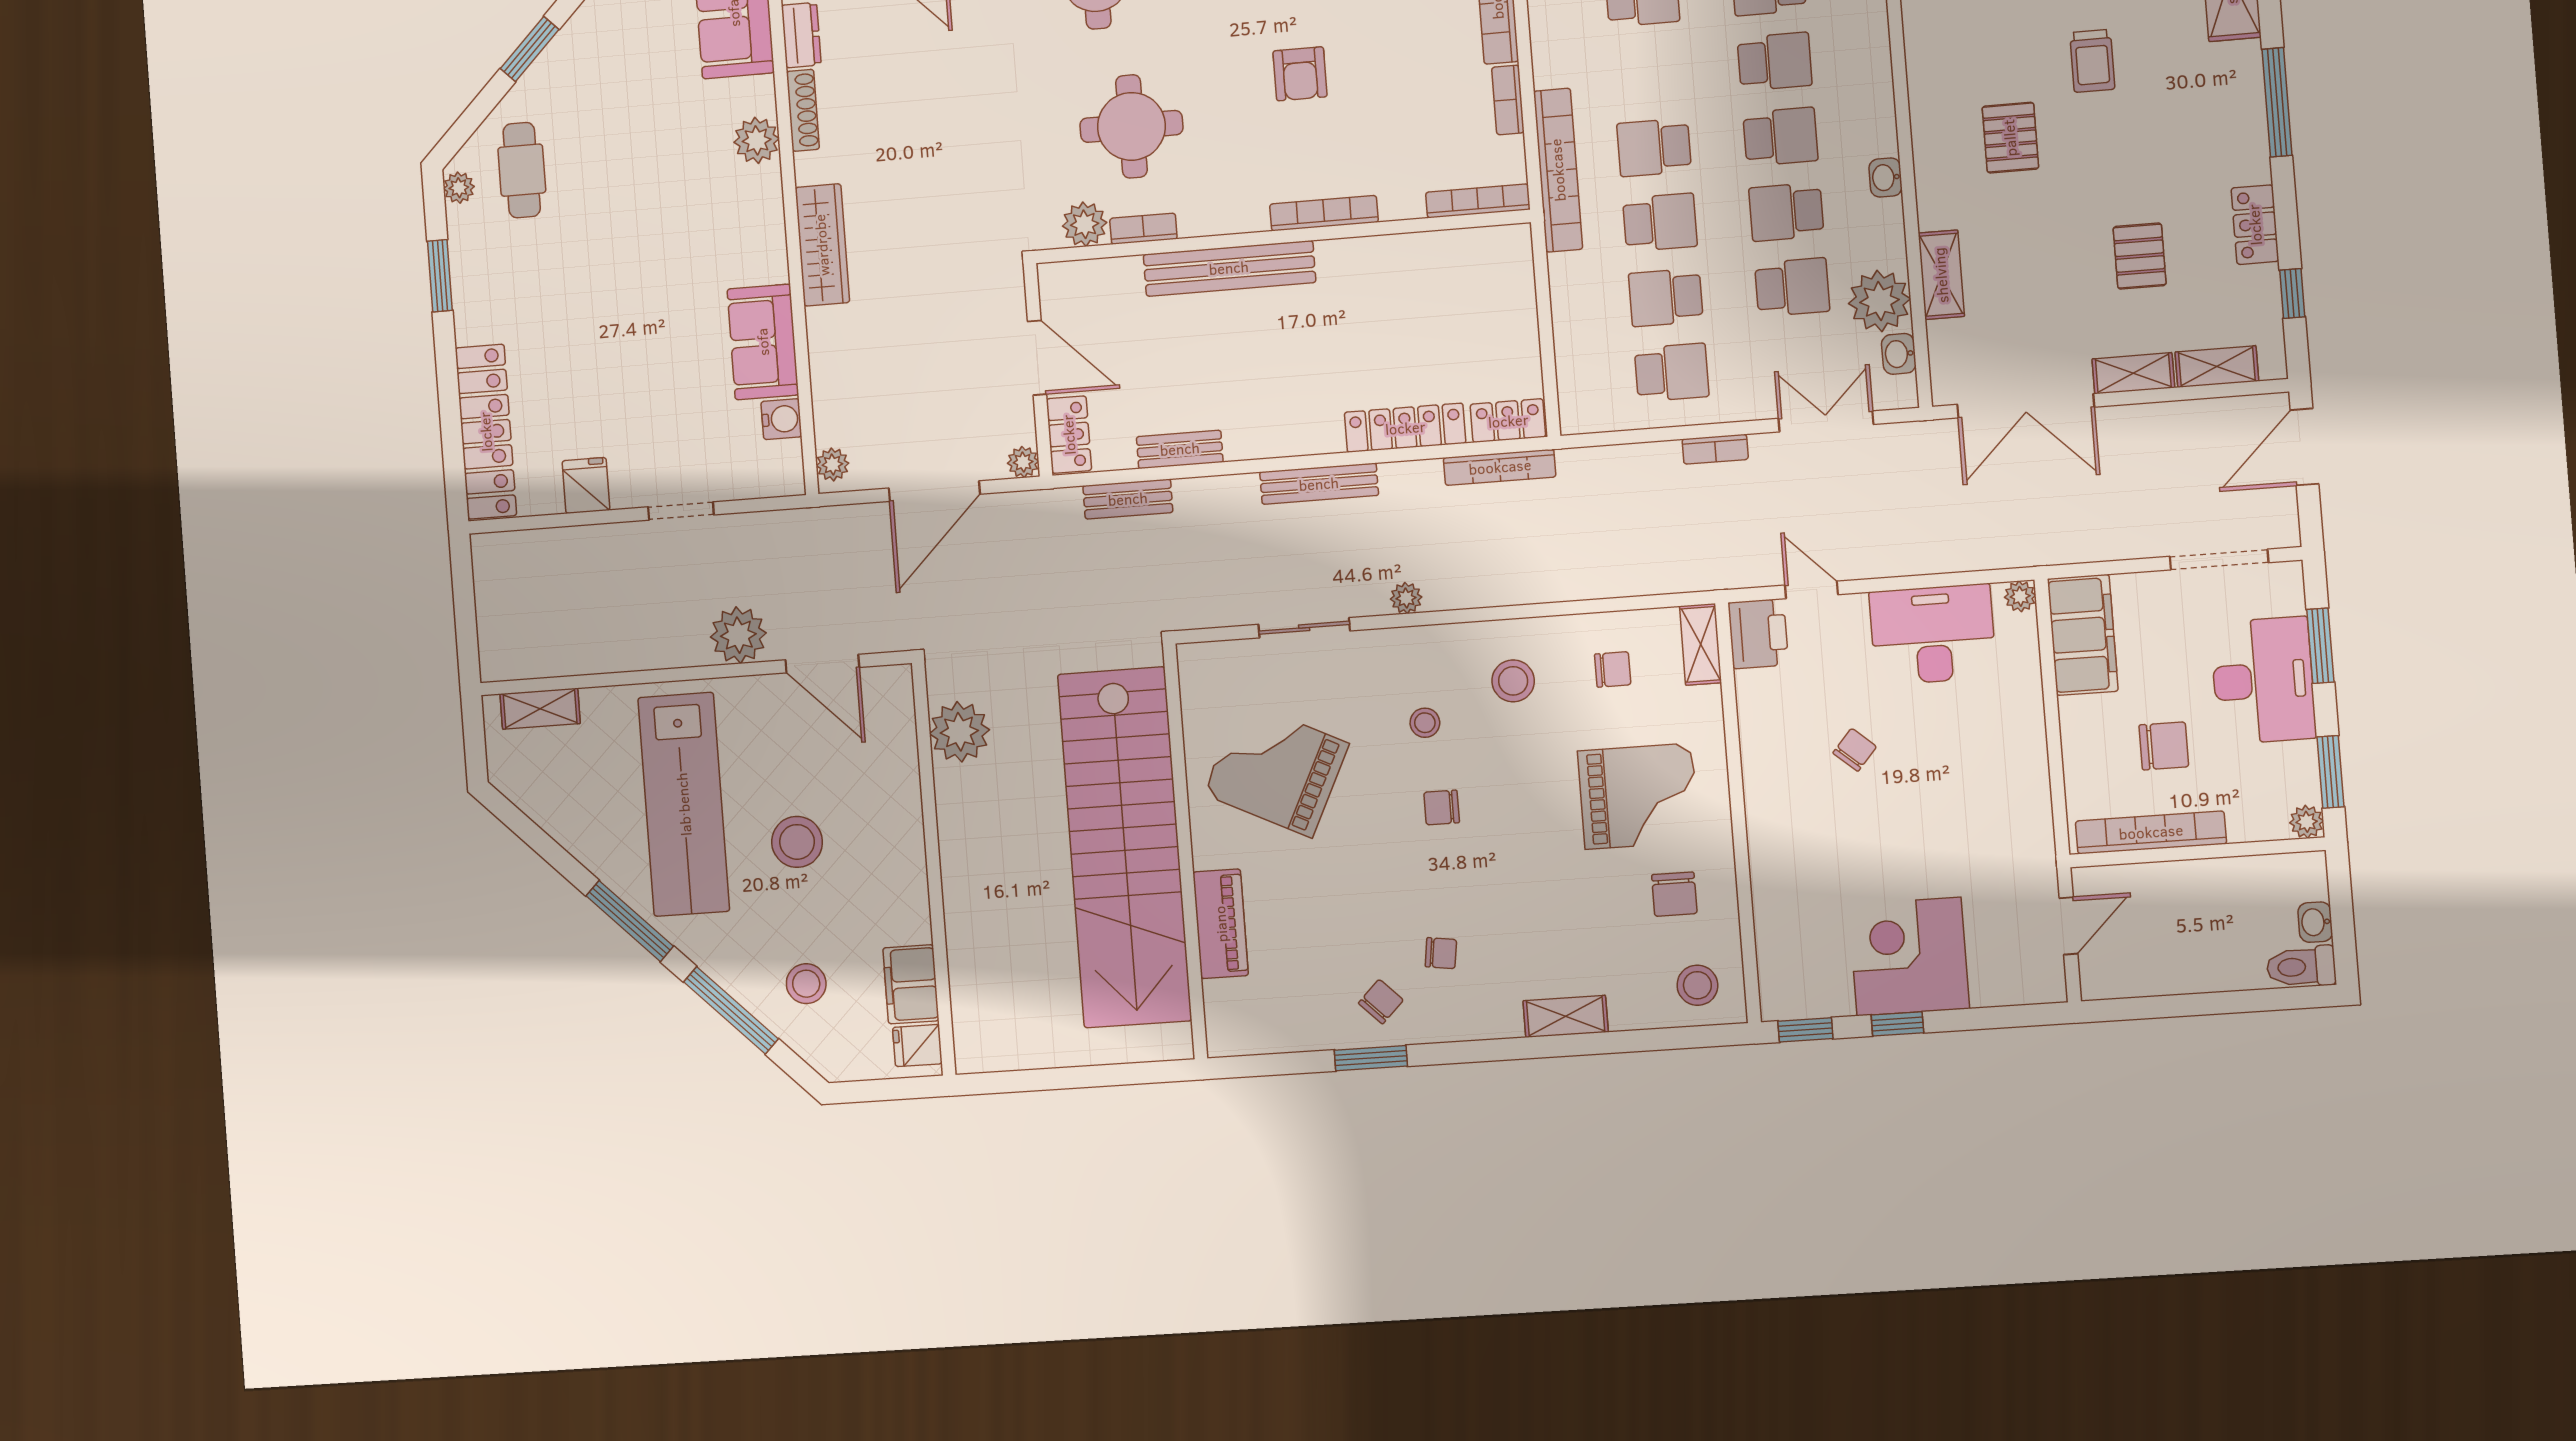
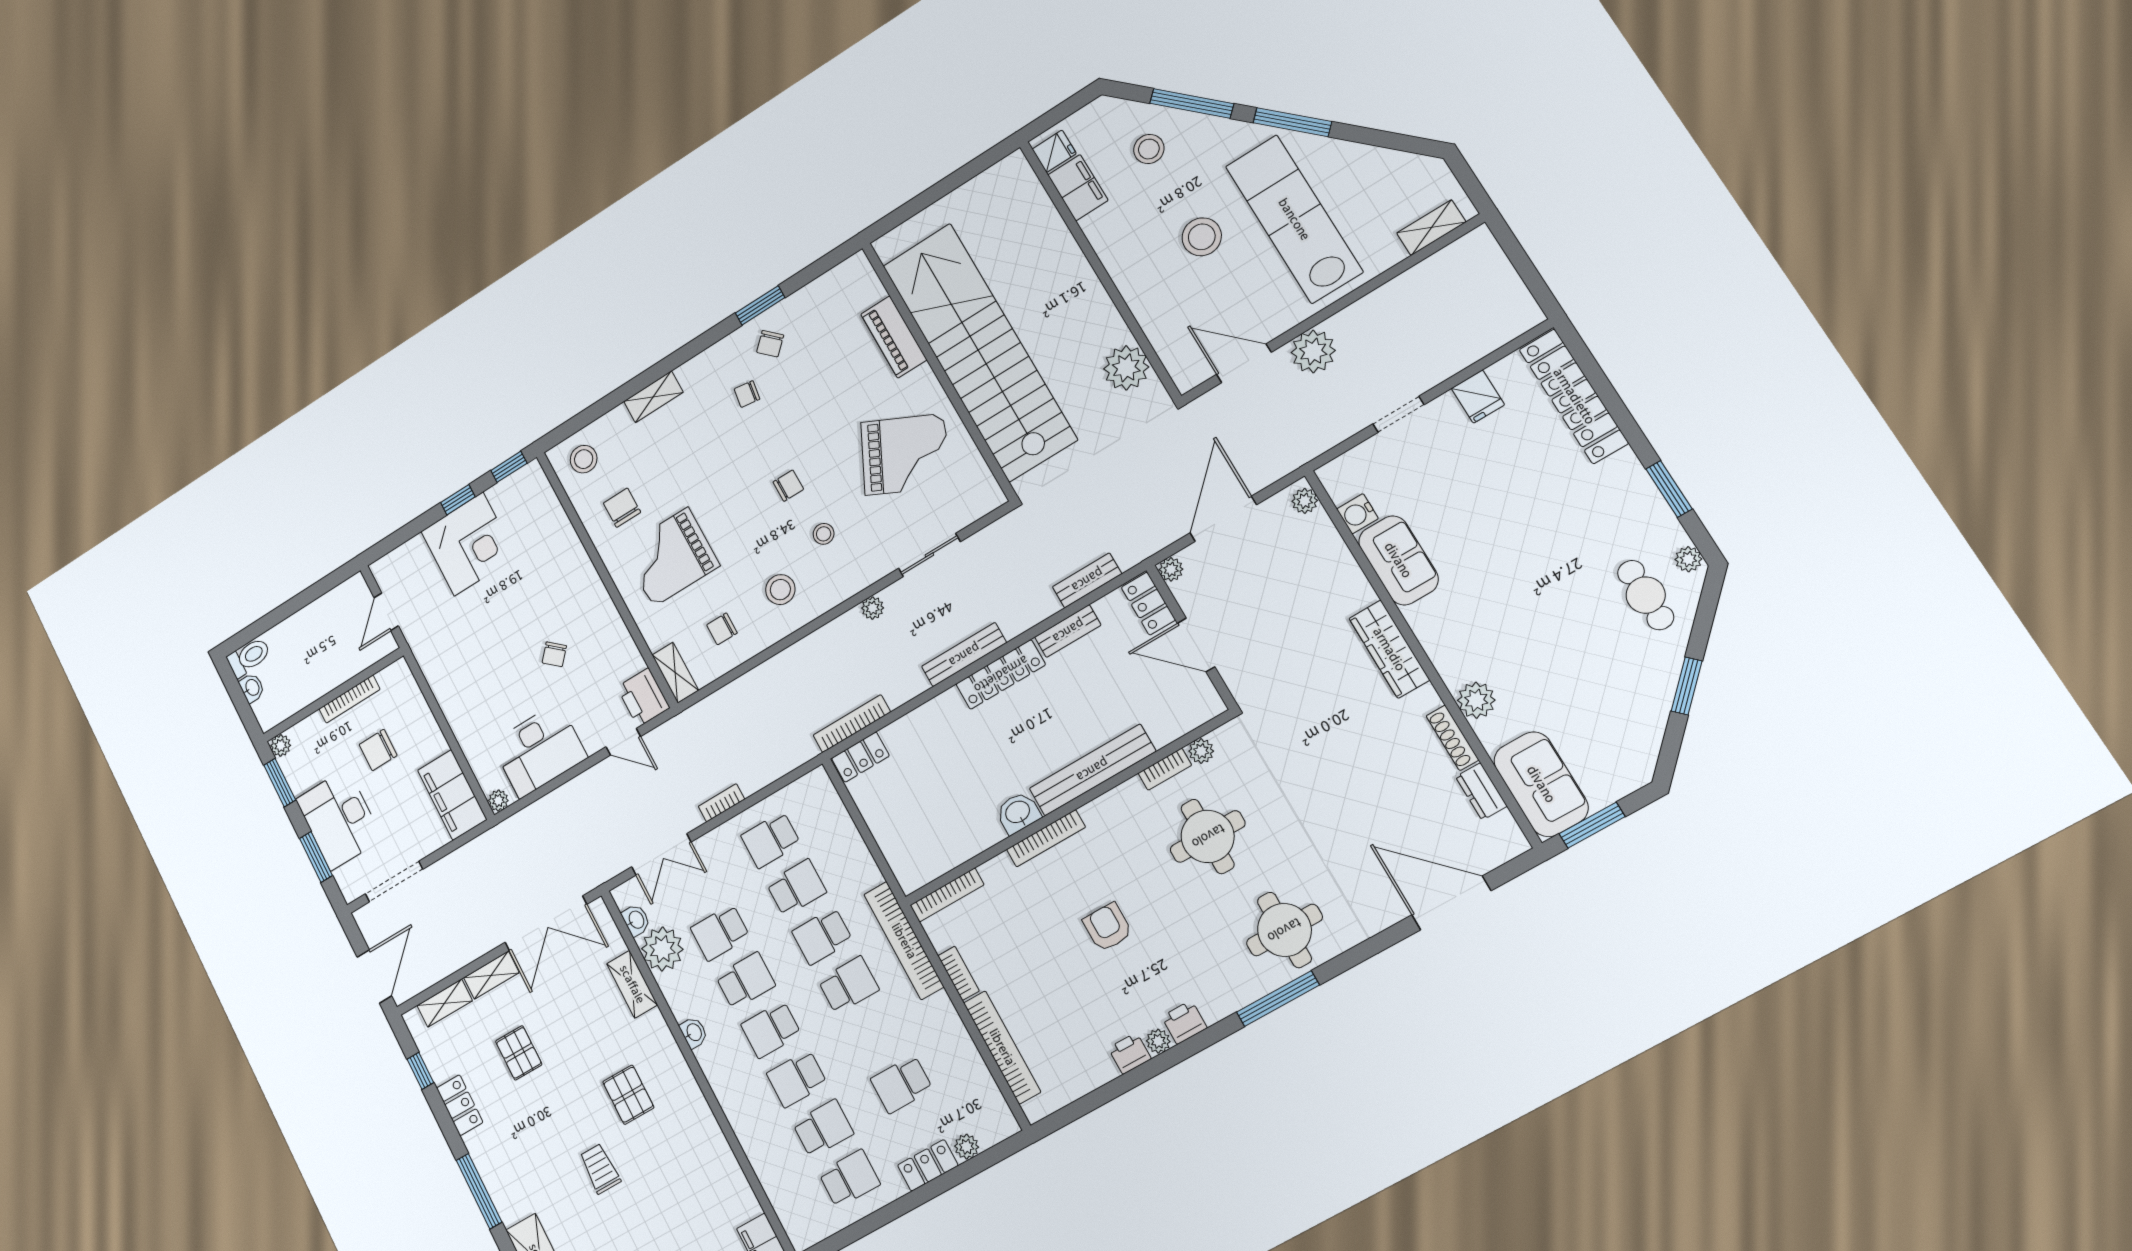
plant: (1085, 224) -> (1201, 751), width x0.73, depth x0.73
washbasin: (1343, 260) -> (1018, 813), added
double door: (2026, 406) -> (546, 923), swing flipped
locker: (1405, 428) -> (1001, 674), moved
bookcase: (2151, 832) -> (350, 699), width x0.68, depth x0.76

